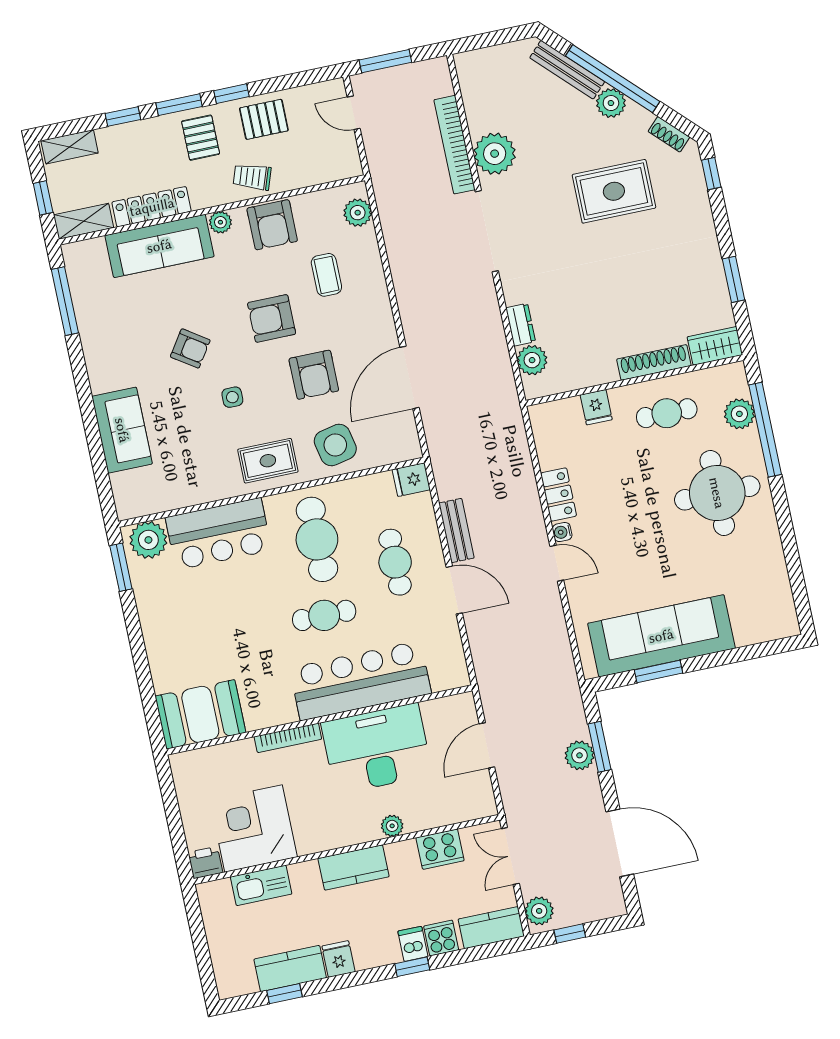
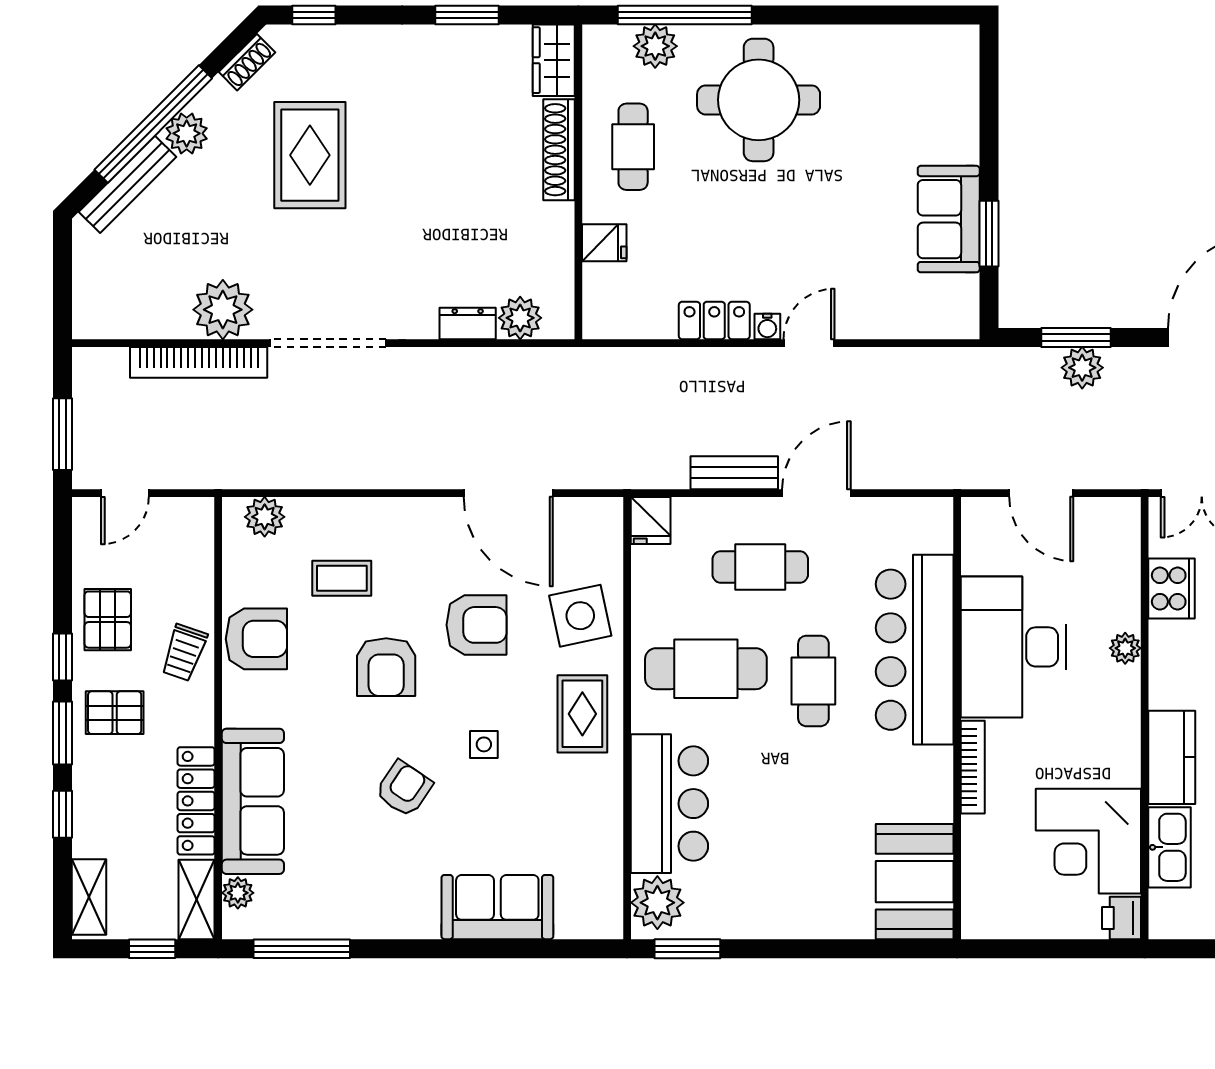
plant: (220, 222) -> (238, 893), moved
sofa: (661, 636) -> (949, 219), width x0.54, depth x0.79
kitchen counter: (354, 867) -> (1172, 757), moved

